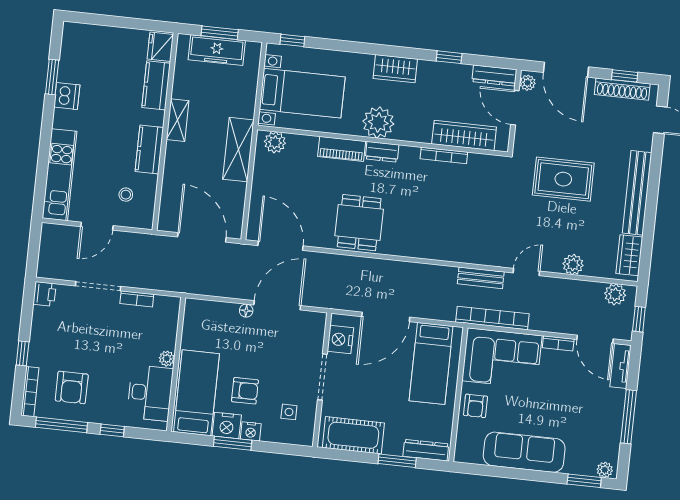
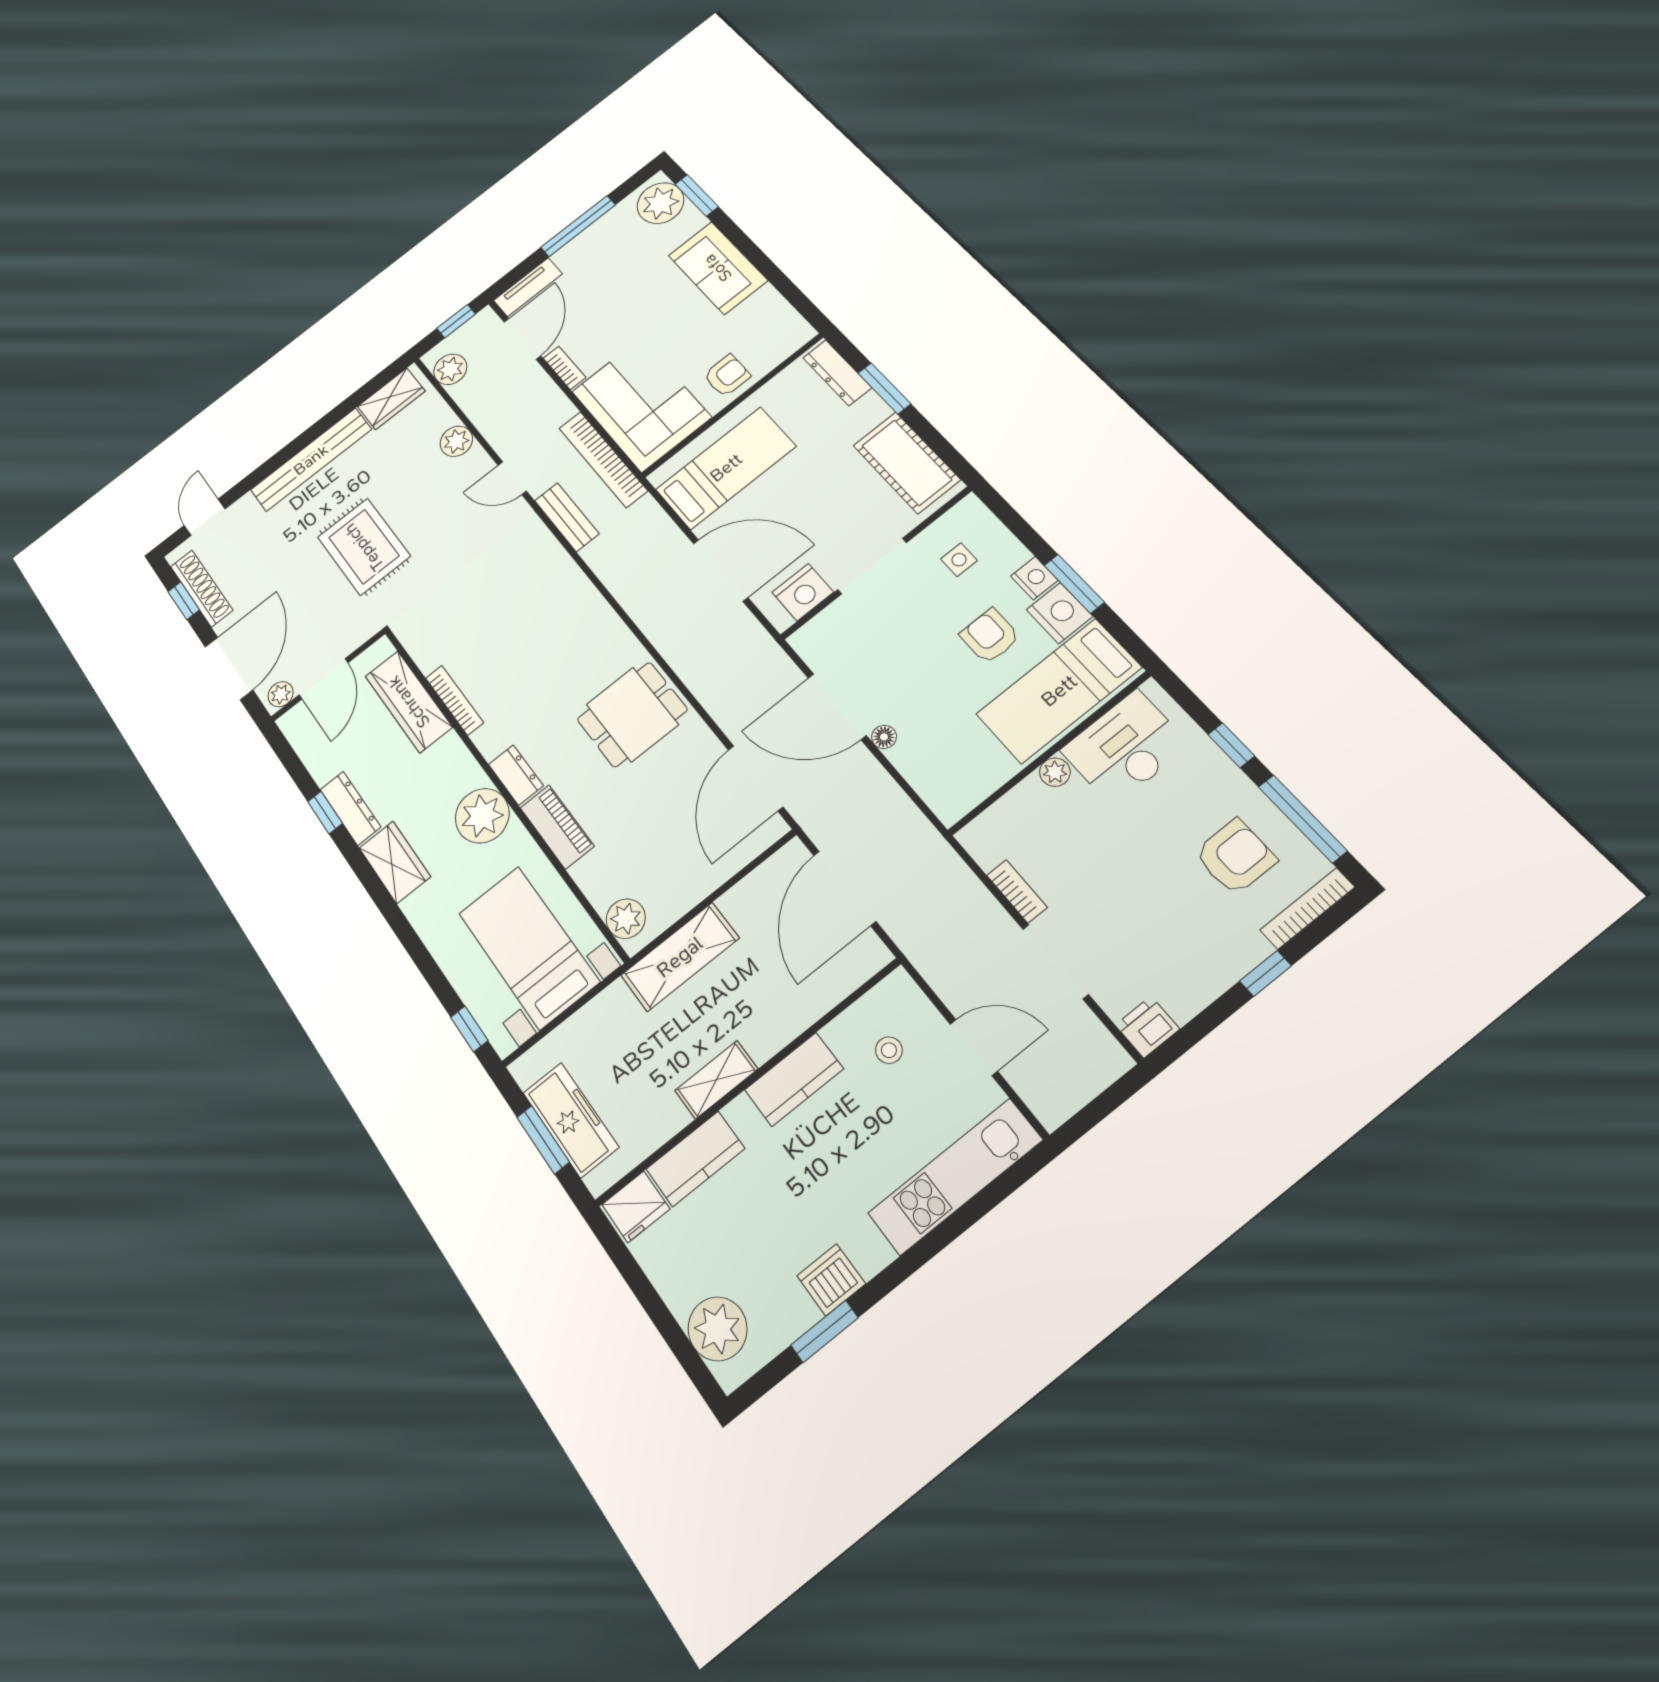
plant: (89, 39) -> (717, 1329), added
dresser: (494, 76) -> (350, 808), moved
sofa: (524, 452) -> (718, 268), width x0.73
plant: (605, 470) -> (661, 203), width x1.87, depth x1.87

